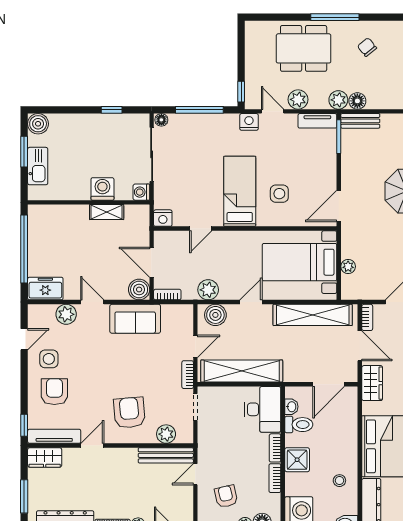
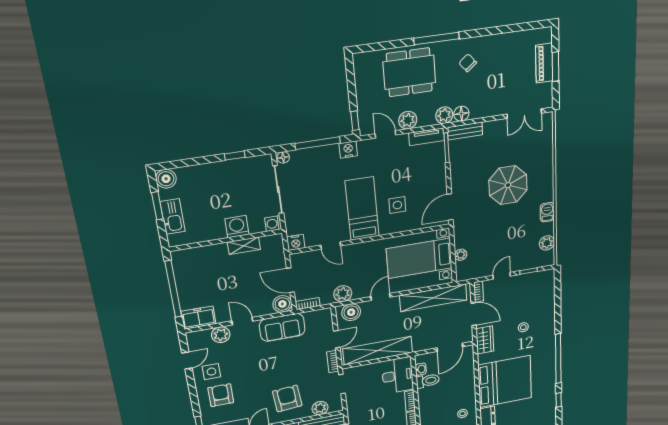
nightstand: (249, 122) -> (348, 150), moved
door: (201, 229) -> (331, 245), hinge flipped
shower: (297, 460) -> (428, 406), removed

